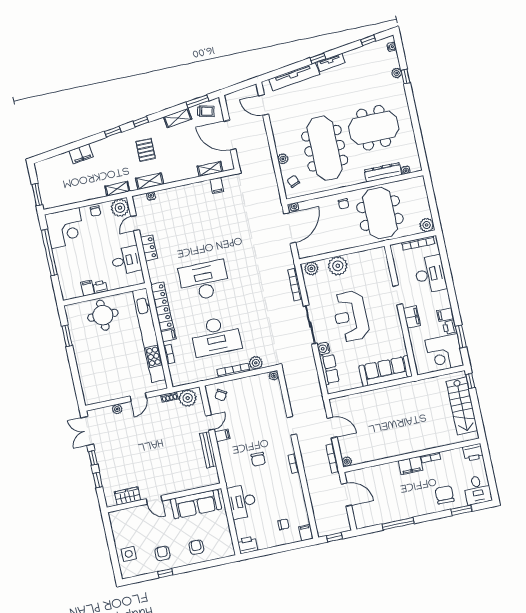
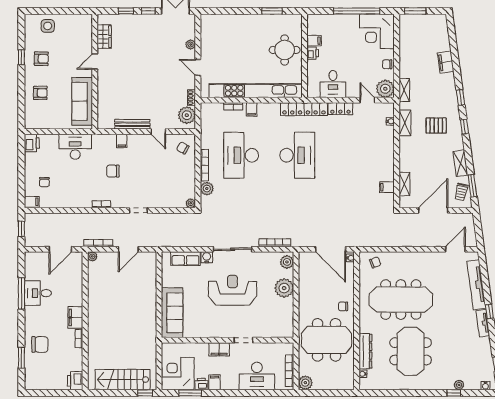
plant: (283, 159) -> (399, 257), removed
locker: (162, 306) -> (304, 109), moved
filing cabinet: (222, 435) -> (122, 141), moved
desk: (477, 490) -> (38, 293), moved

